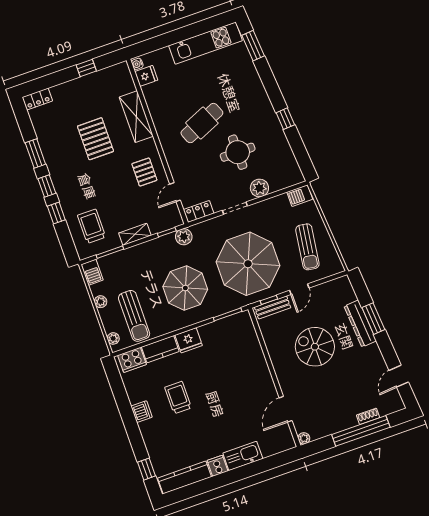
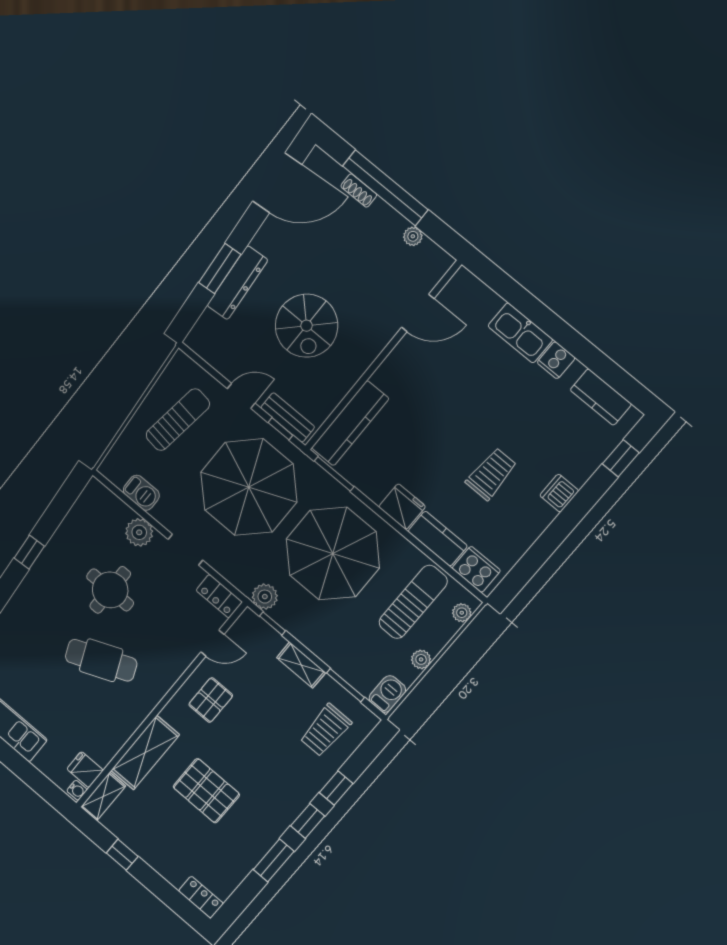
shelving: (125, 77) -> (103, 796), added
pallet: (95, 139) -> (206, 791), turned 90
barbecue: (300, 196) -> (141, 493), moved
parasol: (185, 288) -> (333, 554), width x1.36, depth x1.36
kitchen counter: (249, 339) -> (350, 423), added
door: (399, 376) -> (277, 183), width x1.88
trolley: (178, 398) -> (491, 474), turned 180
dishwasher: (142, 412) -> (559, 493), moved
plant: (304, 438) -> (413, 236), moved
kitchen counter: (185, 477) -> (601, 397), width x0.67

